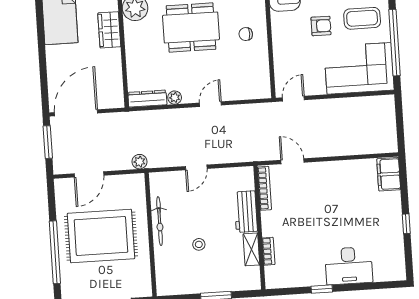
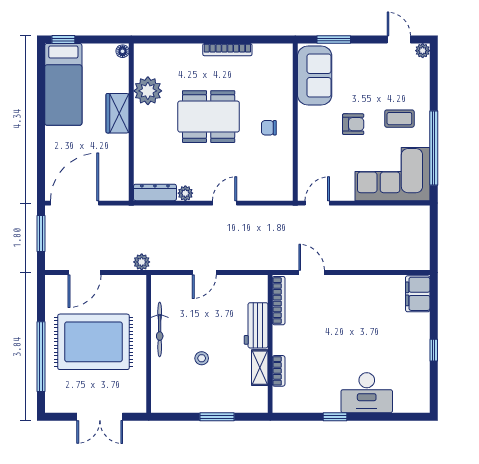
coffee table: (362, 18) -> (399, 119), width x0.73, depth x0.77

